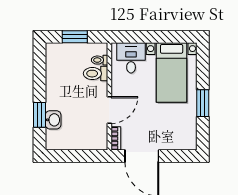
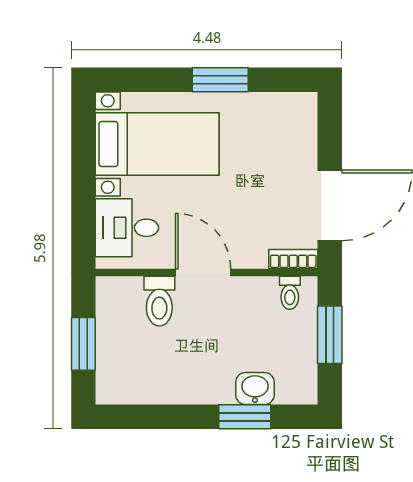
toilet: (100, 60) -> (290, 293), moved
door: (109, 110) -> (203, 272), moved
window: (79, 156) -> (330, 335), added

